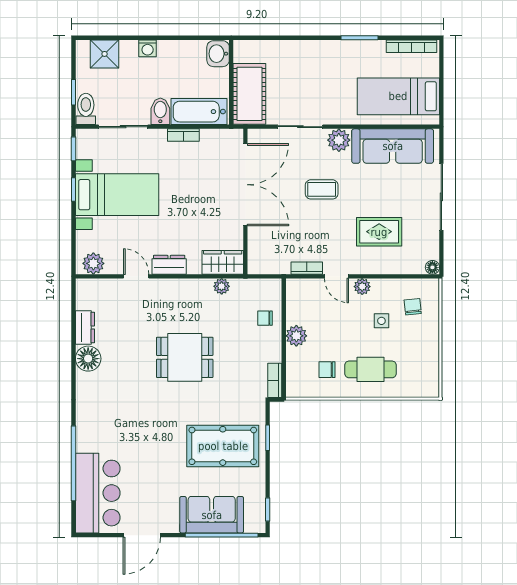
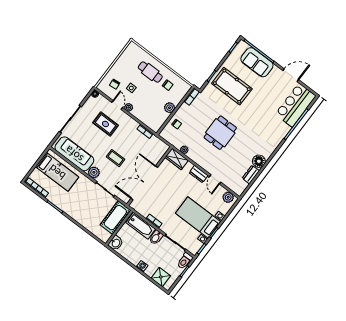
door: (337, 276) -> (117, 105), moved
dining table: (185, 357) -> (220, 133), turned 90

